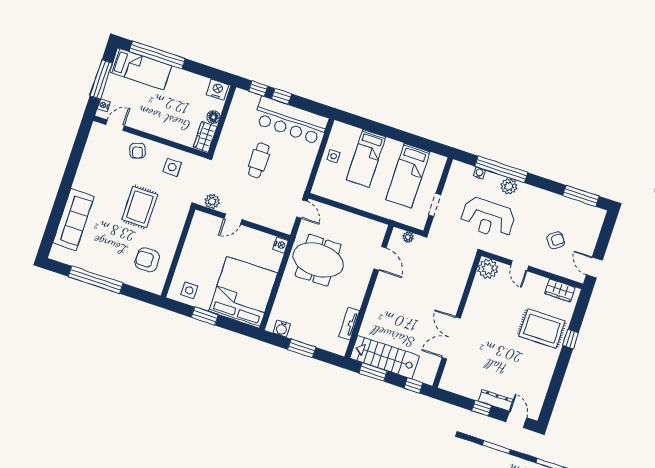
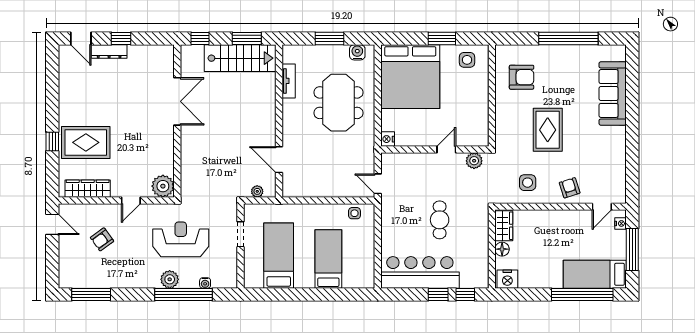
side table: (334, 156) -> (354, 213), moved
meeting table: (318, 260) -> (338, 103), moved, turned 90
door: (520, 266) -> (131, 200), swing flipped
wardrobe: (560, 290) -> (88, 189), width x1.50

